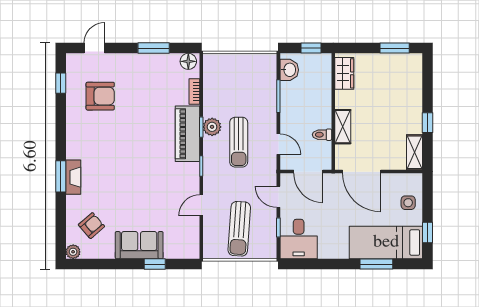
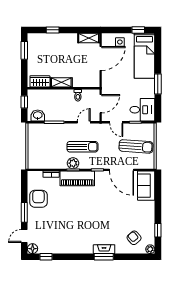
door: (94, 48) -> (24, 236), hinge flipped
window: (154, 48) -> (24, 212), moved
floor lamp: (188, 61) -> (33, 249), moved
armchair: (100, 96) -> (38, 199), moved
window: (428, 123) -> (53, 30), moved
shelving: (343, 127) -> (61, 82), moved
door: (362, 172) -> (101, 58), moved
door: (278, 197) -> (116, 122), hinge flipped
door: (201, 205) -> (122, 170), width x1.87
sofa: (139, 245) -> (146, 186), moved
window: (155, 264) -> (158, 230), moved
window: (376, 264) -> (158, 84), moved

